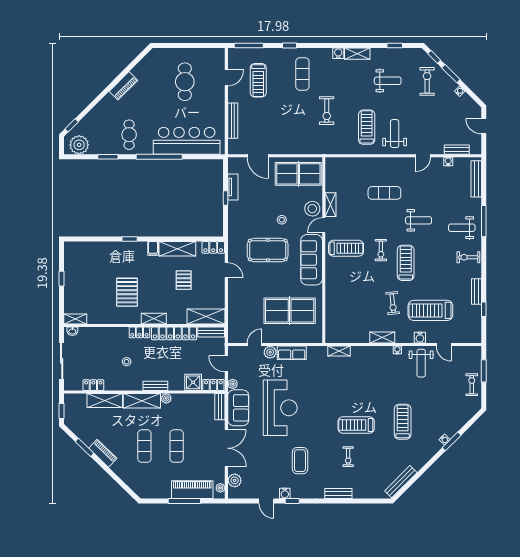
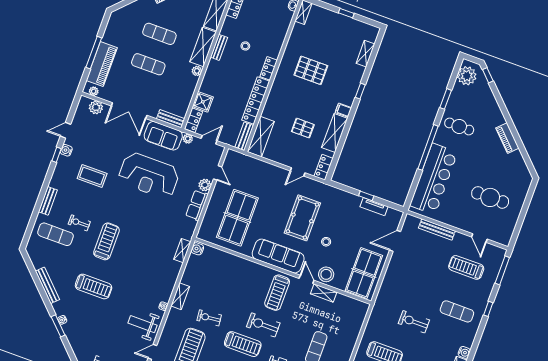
exercise bike: (381, 250) -> (263, 325), width x1.38, depth x1.39
shelving: (154, 319) -> (365, 54), moved
water cooler: (420, 338) -> (197, 249), moved
bench: (155, 386) -> (219, 47), moved
exercise mat: (367, 475) -> (55, 234), added
bench: (401, 482) -> (47, 285), moved

